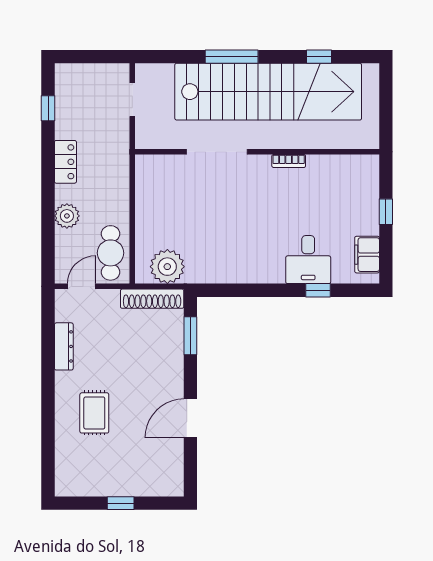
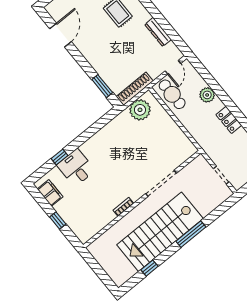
stairs: (268, 92) -> (160, 232), width x0.73
door: (190, 418) -> (61, 35), moved

